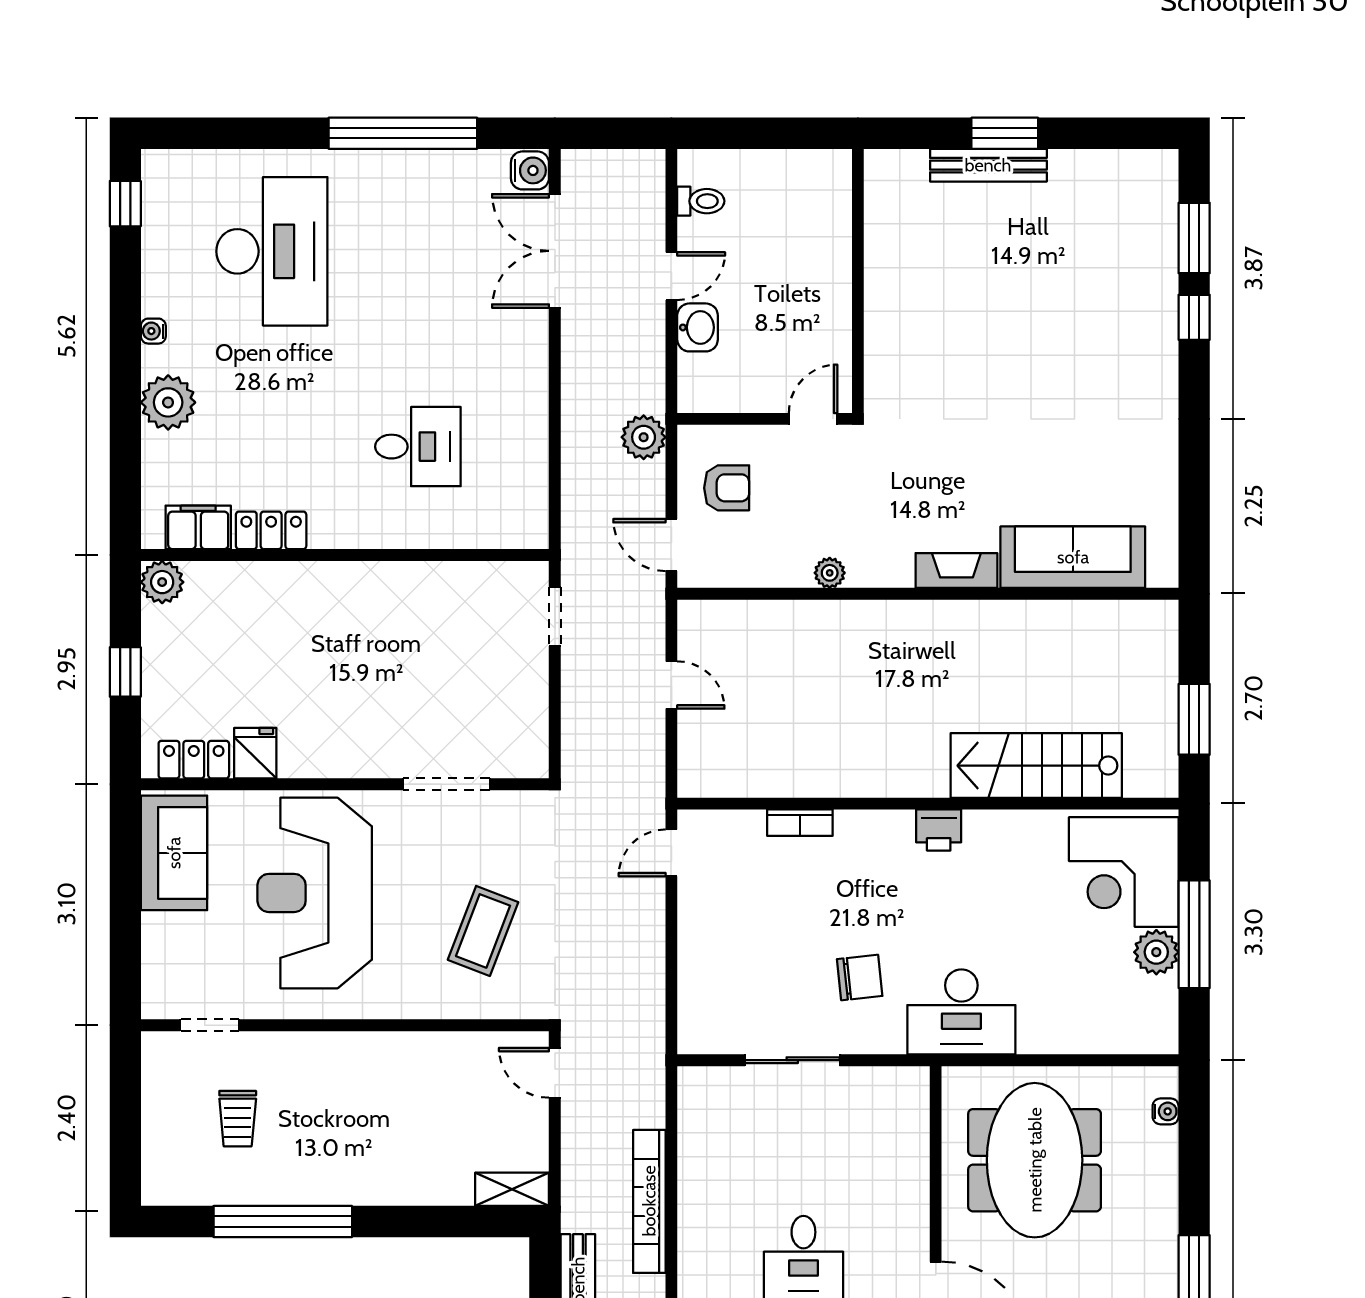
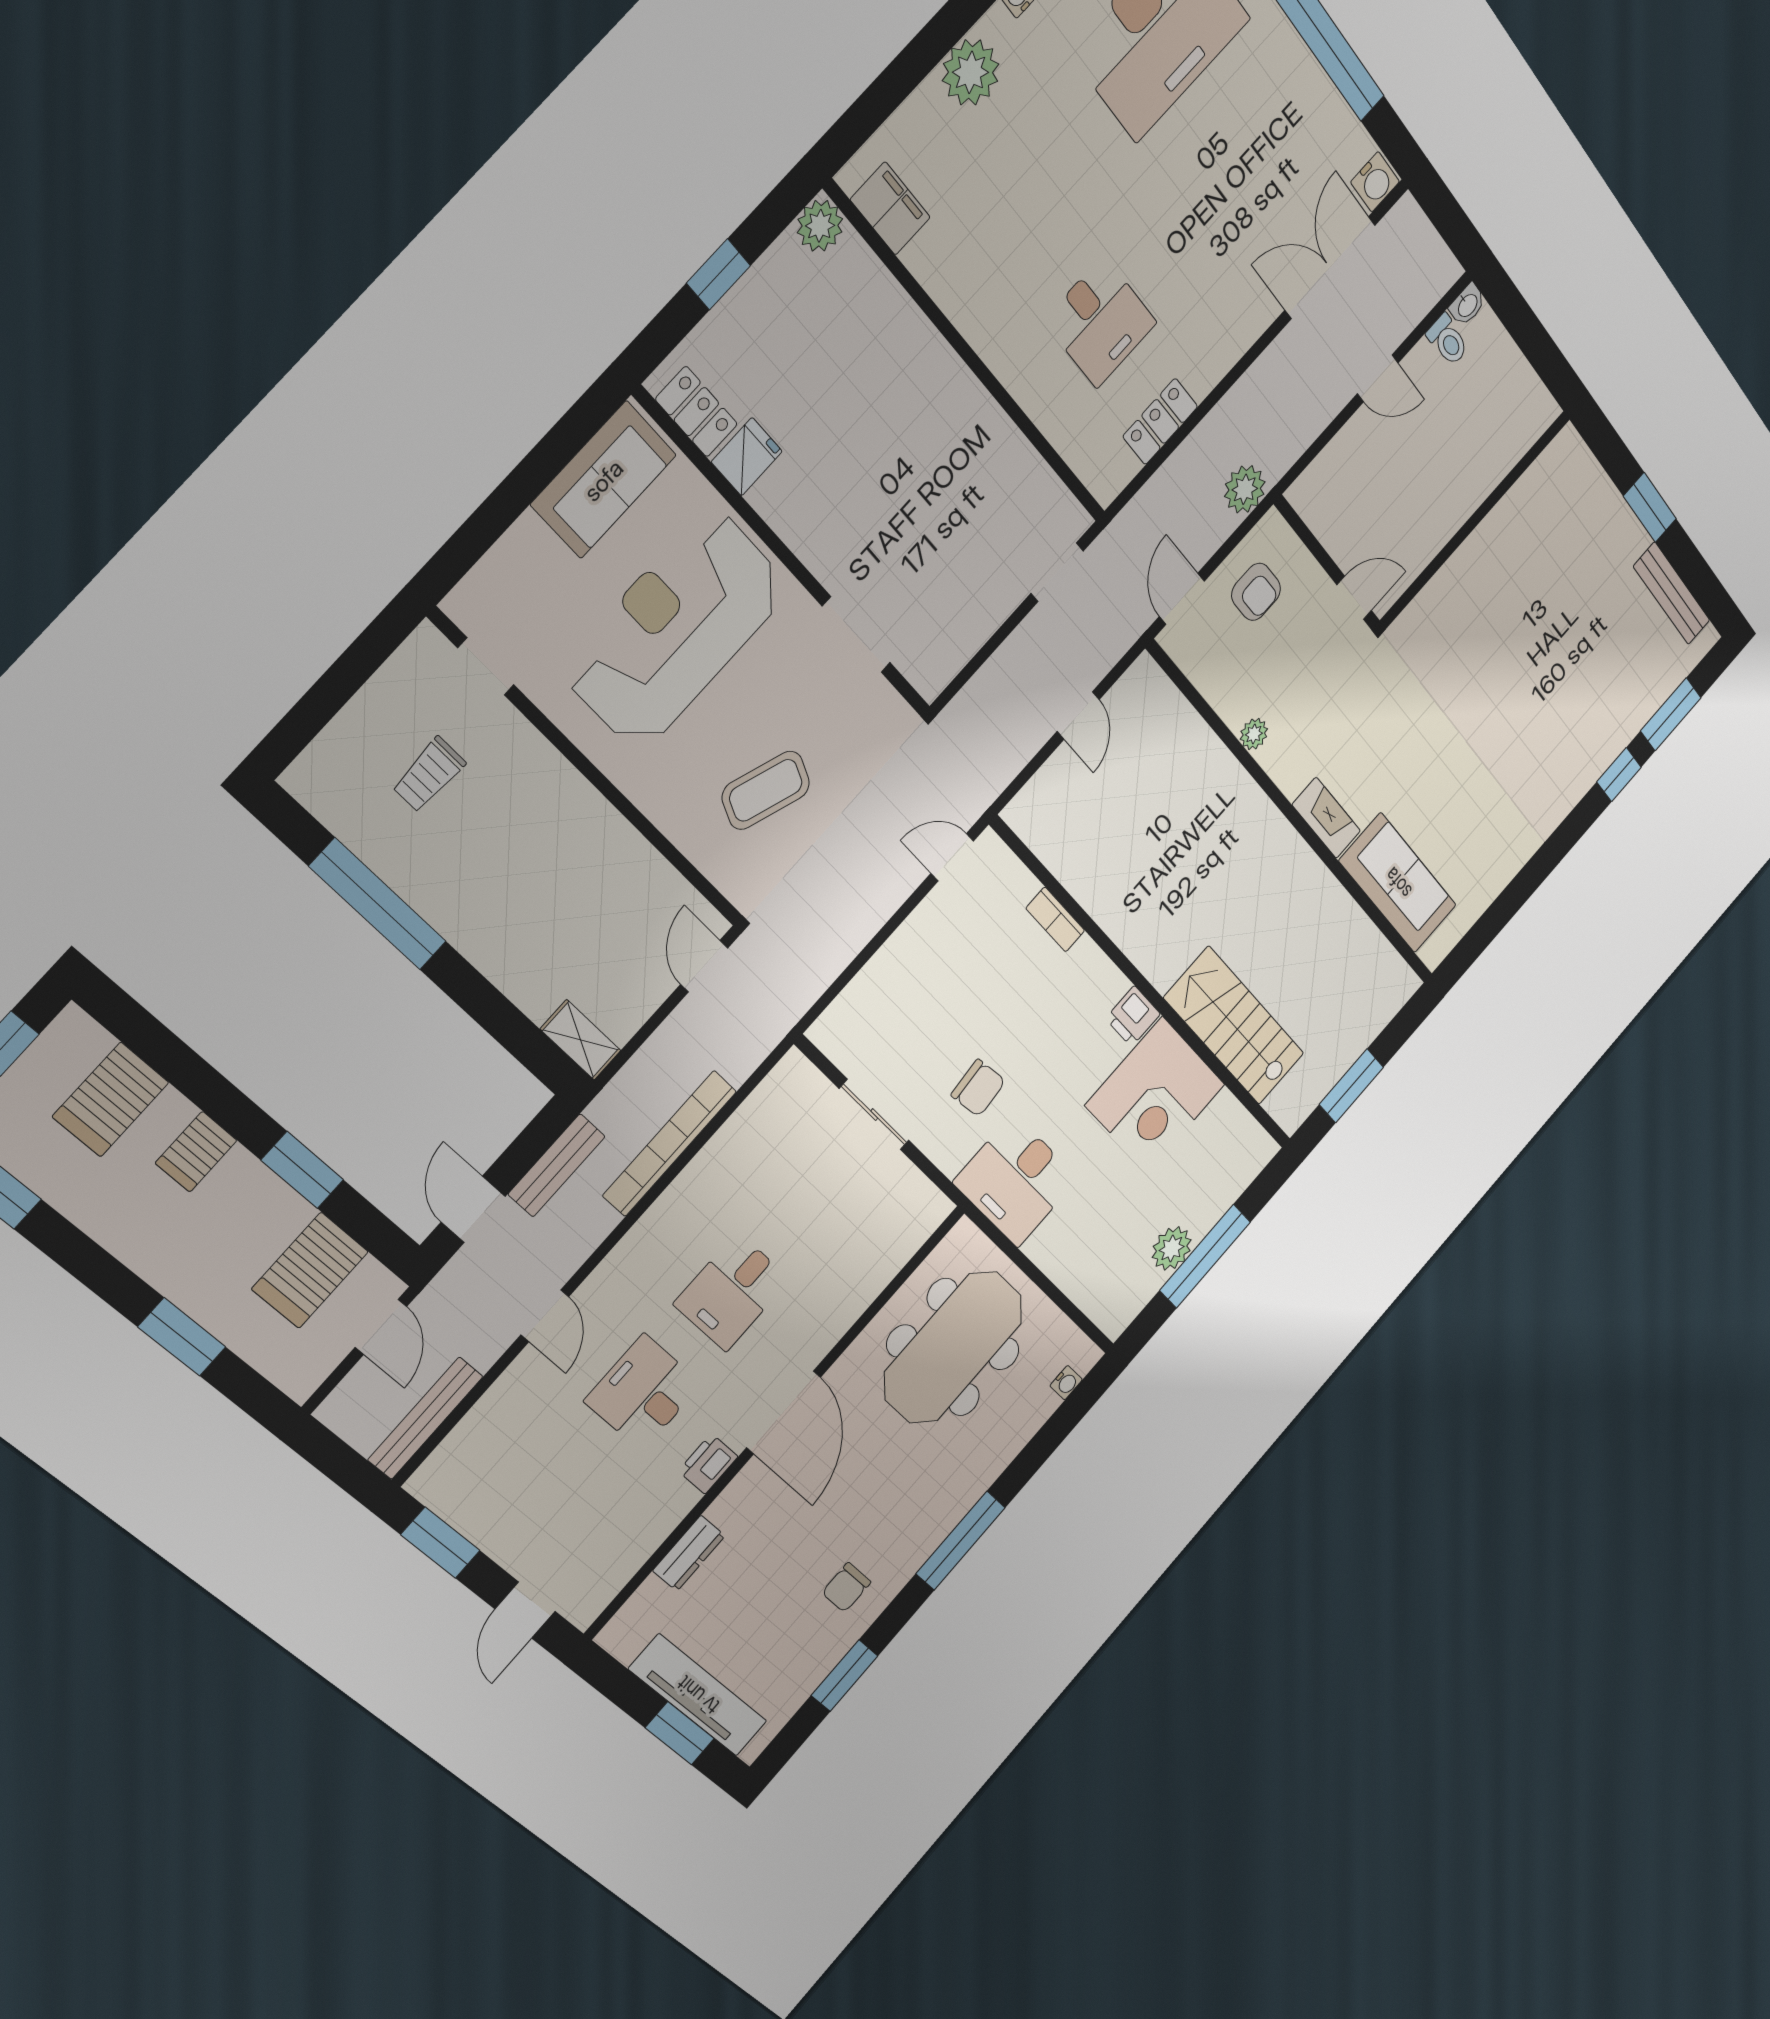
bench: (988, 165) -> (1672, 593), moved
washbasin: (698, 327) -> (1467, 305), moved, width x0.72, depth x0.69
locker: (271, 530) -> (1160, 421), moved, turned -90
corner desk: (1124, 872) -> (1155, 1095), moved, turned -90

